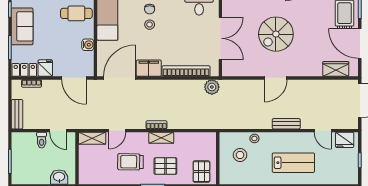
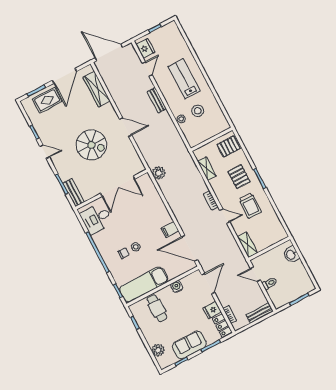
double door: (220, 38) -> (118, 186), swing flipped
filing cabinet: (149, 68) -> (170, 230), width x0.50
wardrobe: (336, 69) -> (97, 89), width x1.50
bookcase: (186, 71) -> (157, 200), removed
door: (58, 131) -> (255, 274), swing flipped
door: (117, 131) -> (225, 216), moved
shelving: (161, 138) -> (207, 169), moved
stool: (240, 155) -> (198, 111), moved

